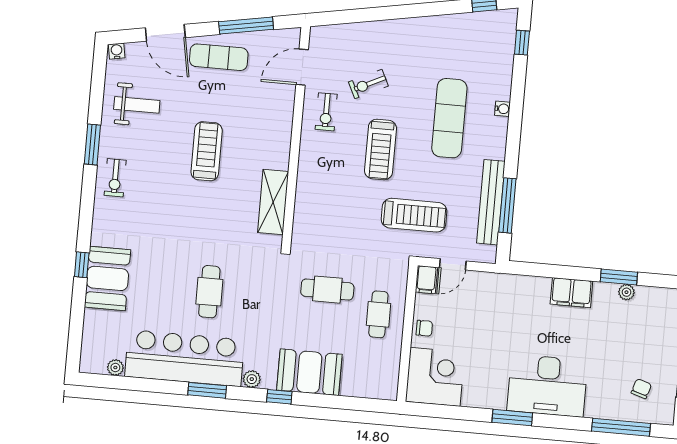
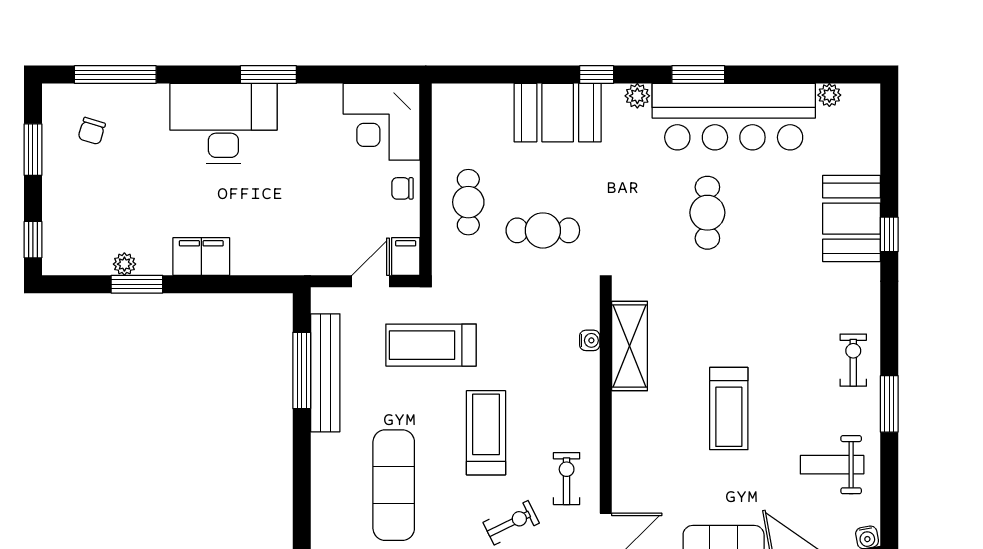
water cooler: (502, 109) -> (590, 340), moved, turned 180

